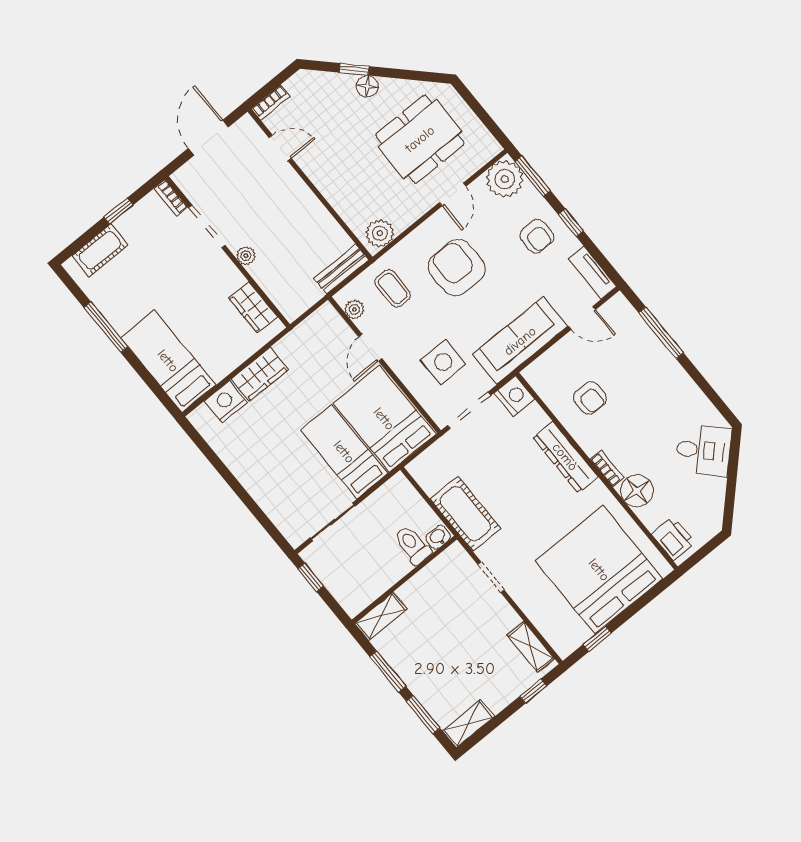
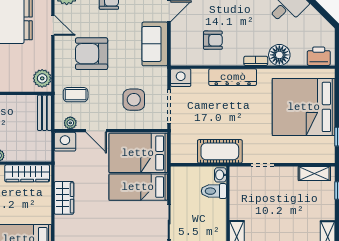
wardrobe: (253, 307) -> (27, 173), width x1.50
sofa: (520, 341) -> (155, 44), width x0.73
nightstand: (226, 402) -> (65, 142), moved, turned 90

